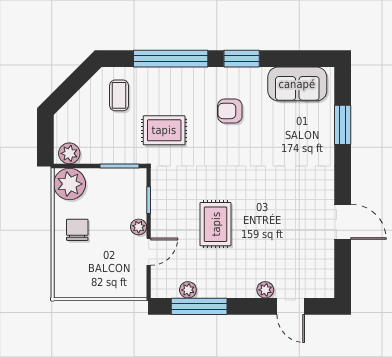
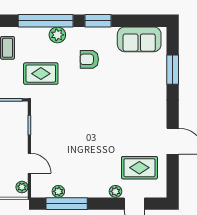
plant: (187, 78) -> (57, 35), added
rug: (216, 224) -> (139, 168), moved, turned 90
plant: (139, 227) -> (22, 187), moved
door: (149, 252) -> (29, 163), hinge flipped

